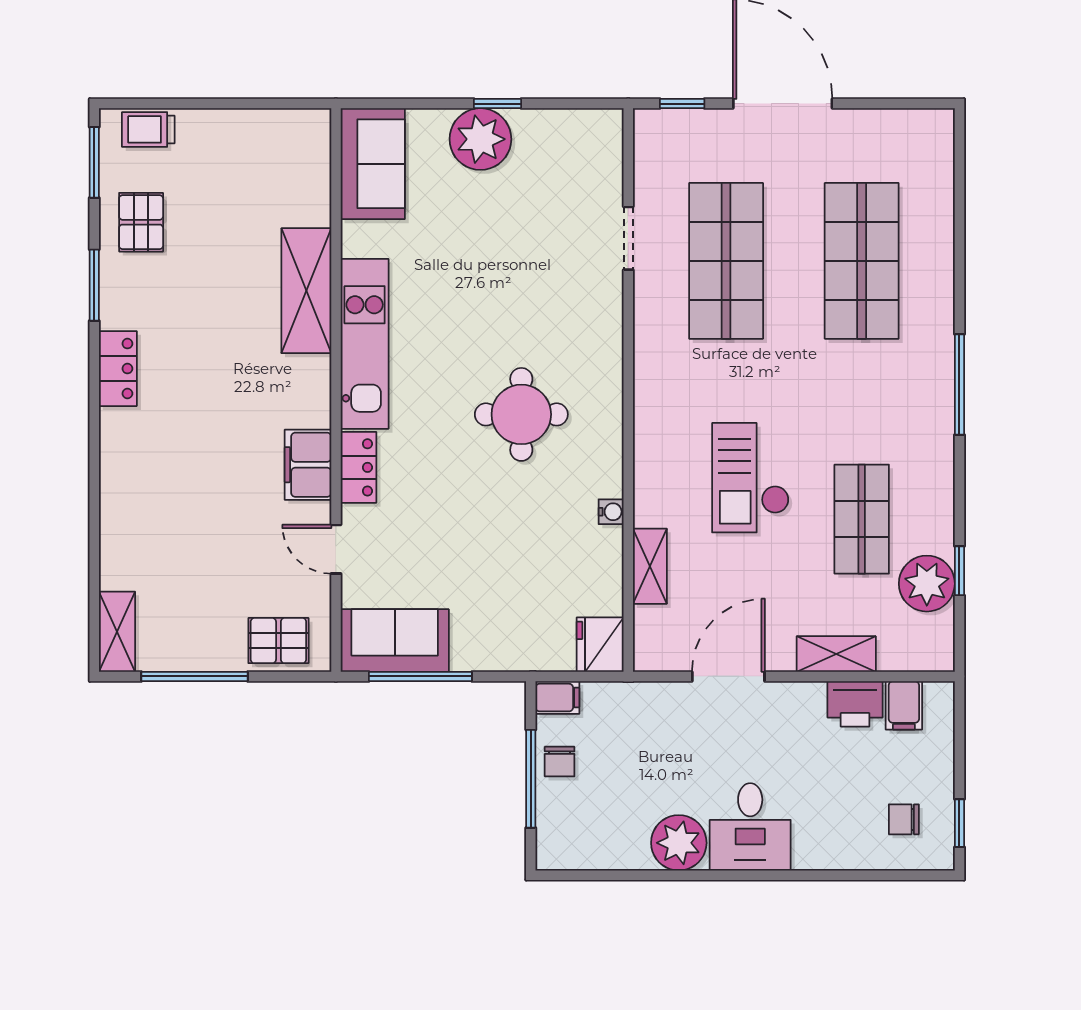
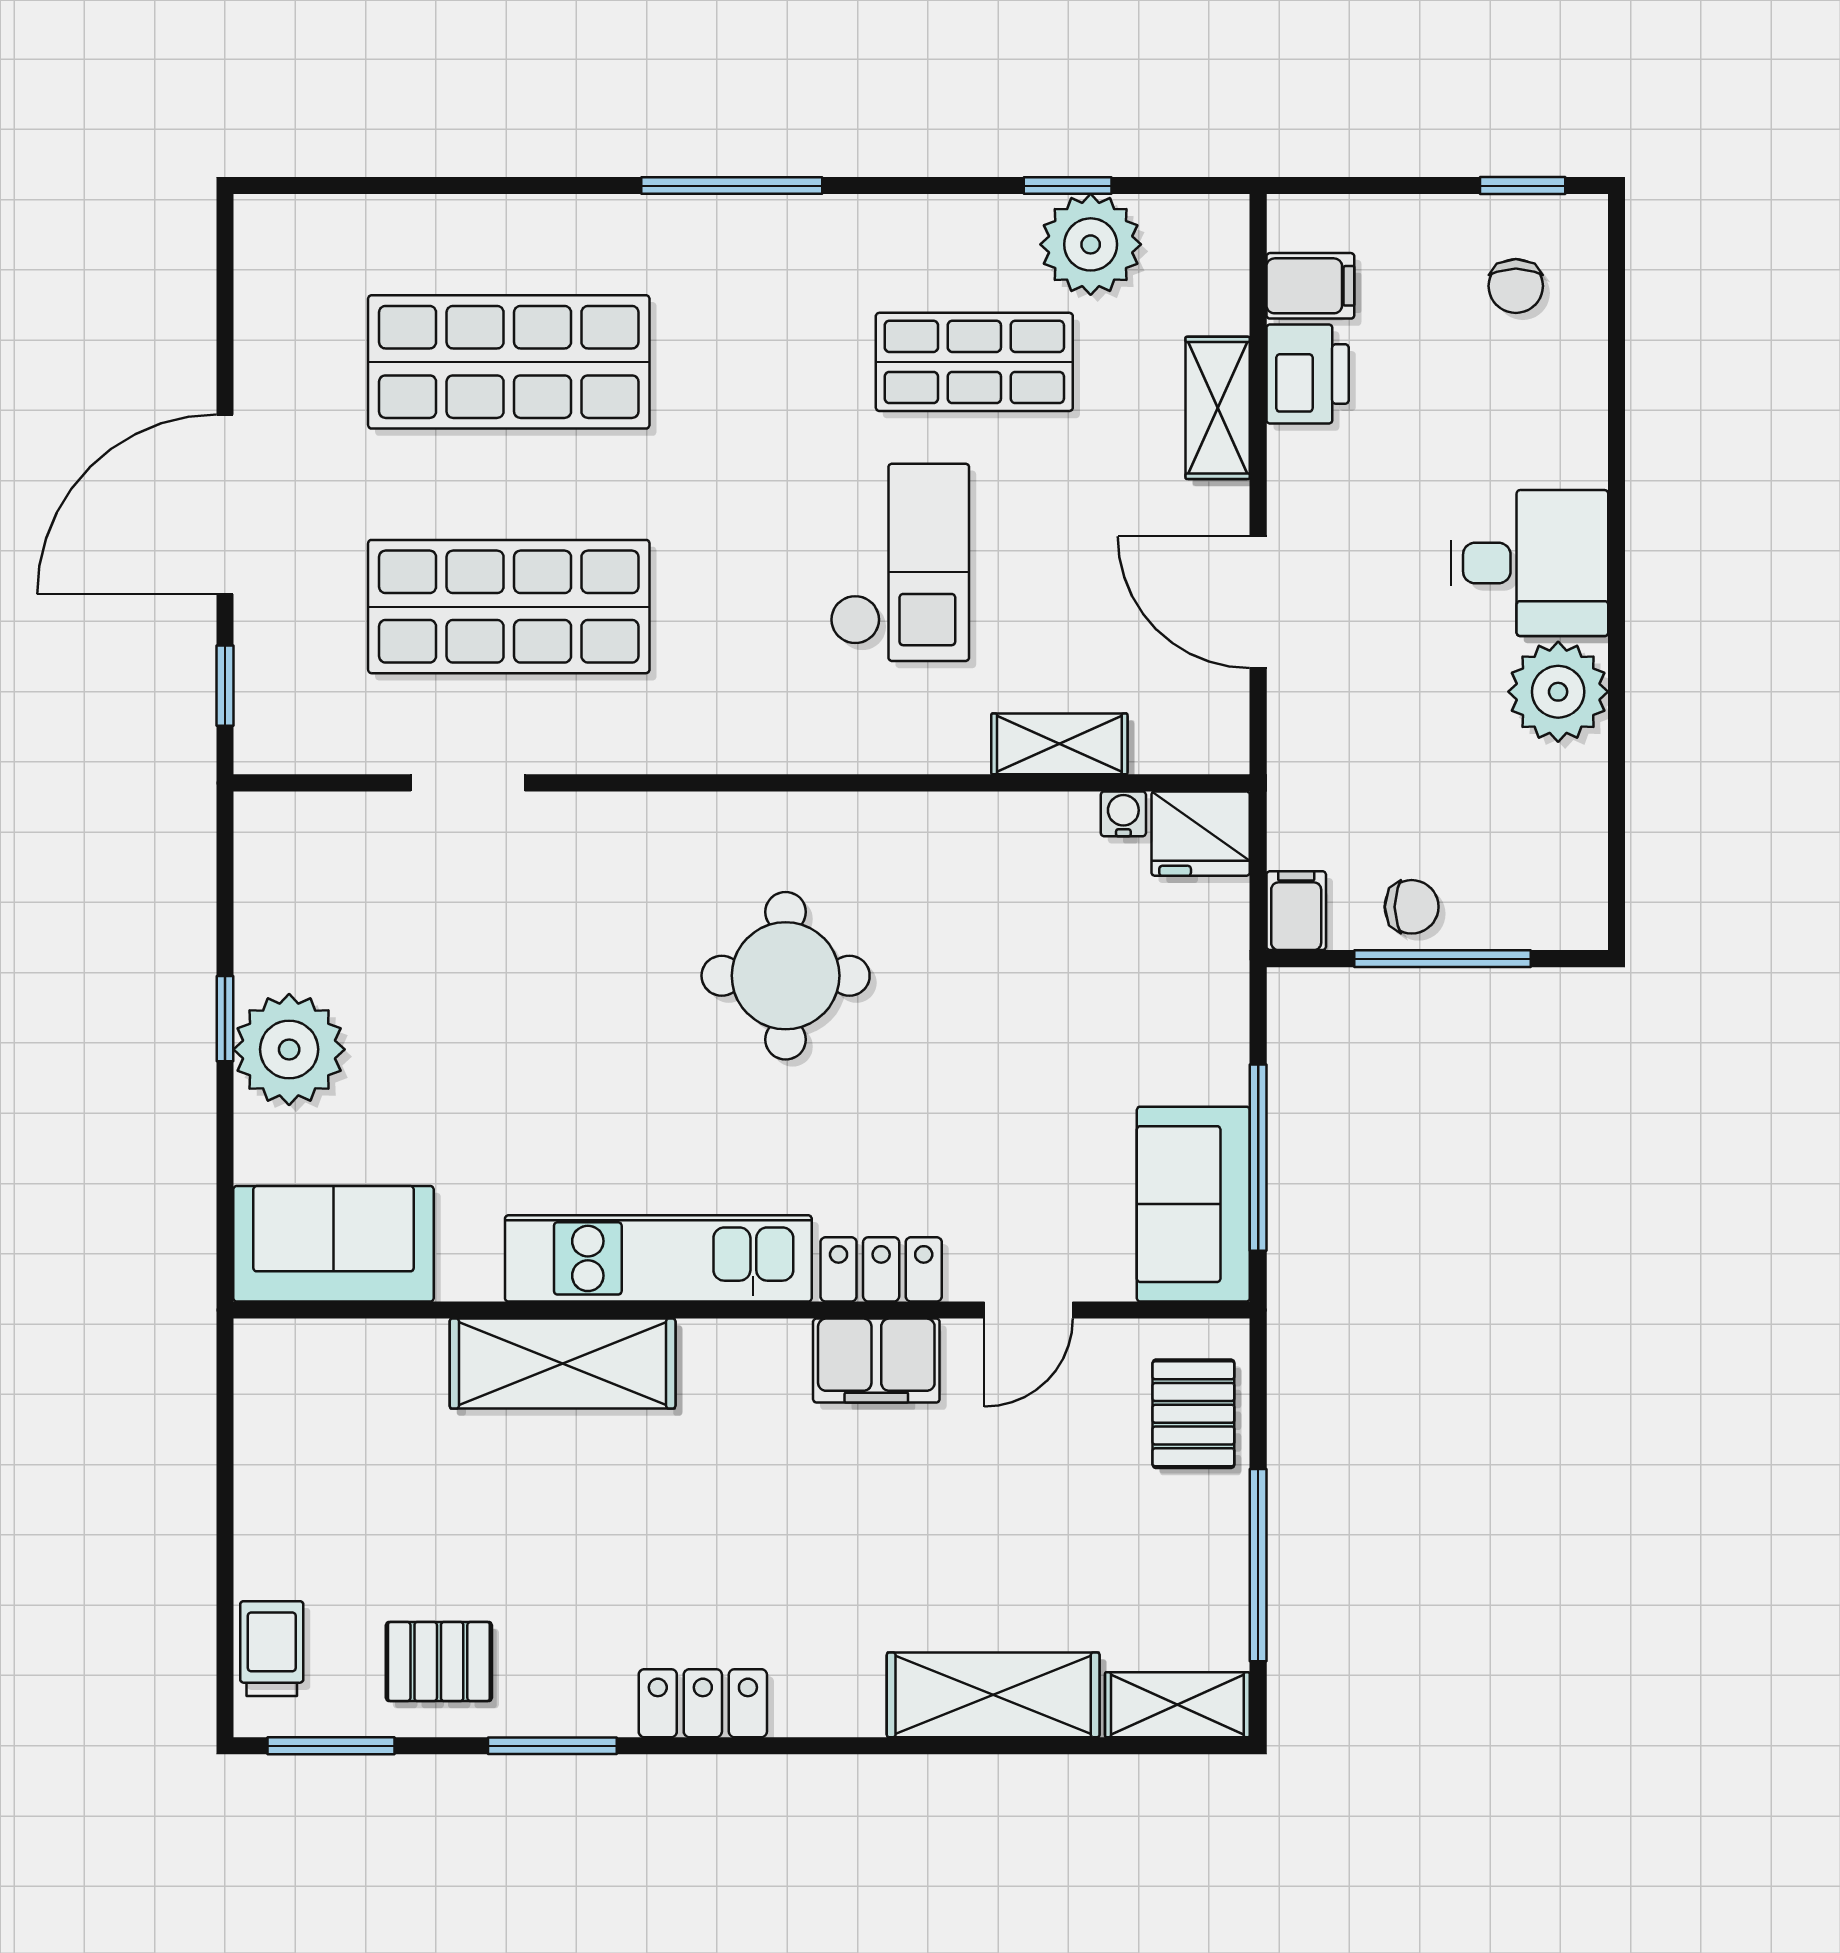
trolley: (148, 129) -> (272, 1649), turned 180
checkout: (751, 478) -> (900, 562), turned -90
water cooler: (611, 512) -> (1123, 814), moved
shelving: (123, 530) -> (993, 1695), added

